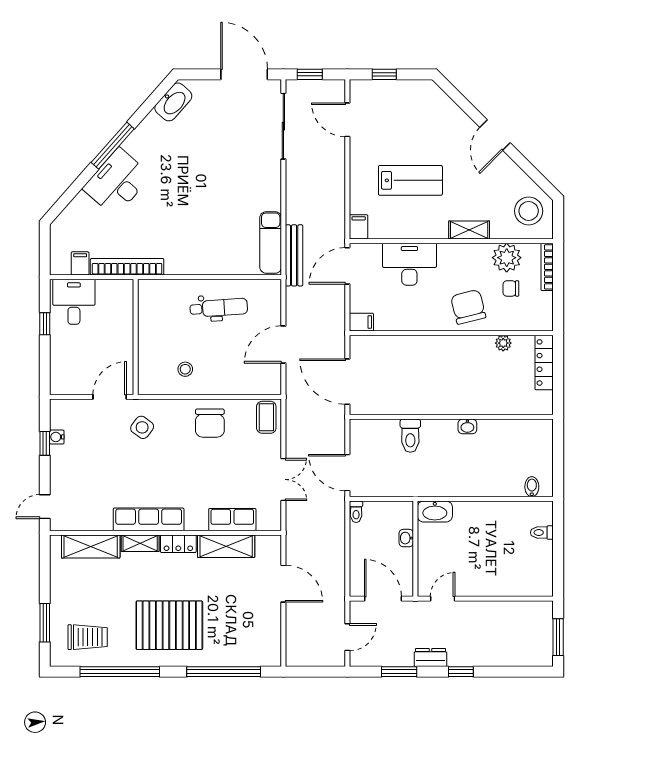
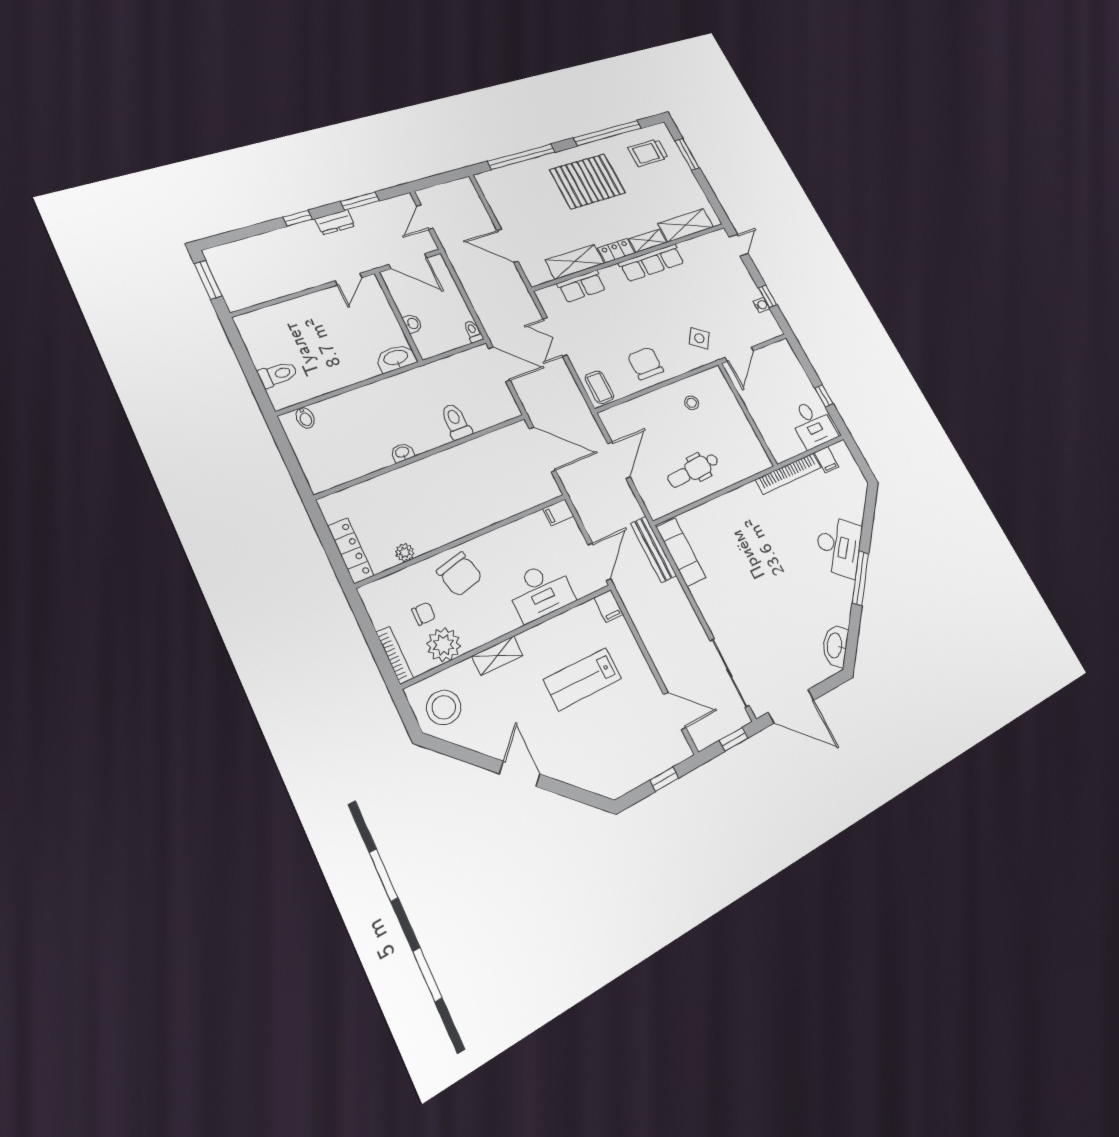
toilet: (542, 533) -> (278, 374), width x1.37, depth x1.39

